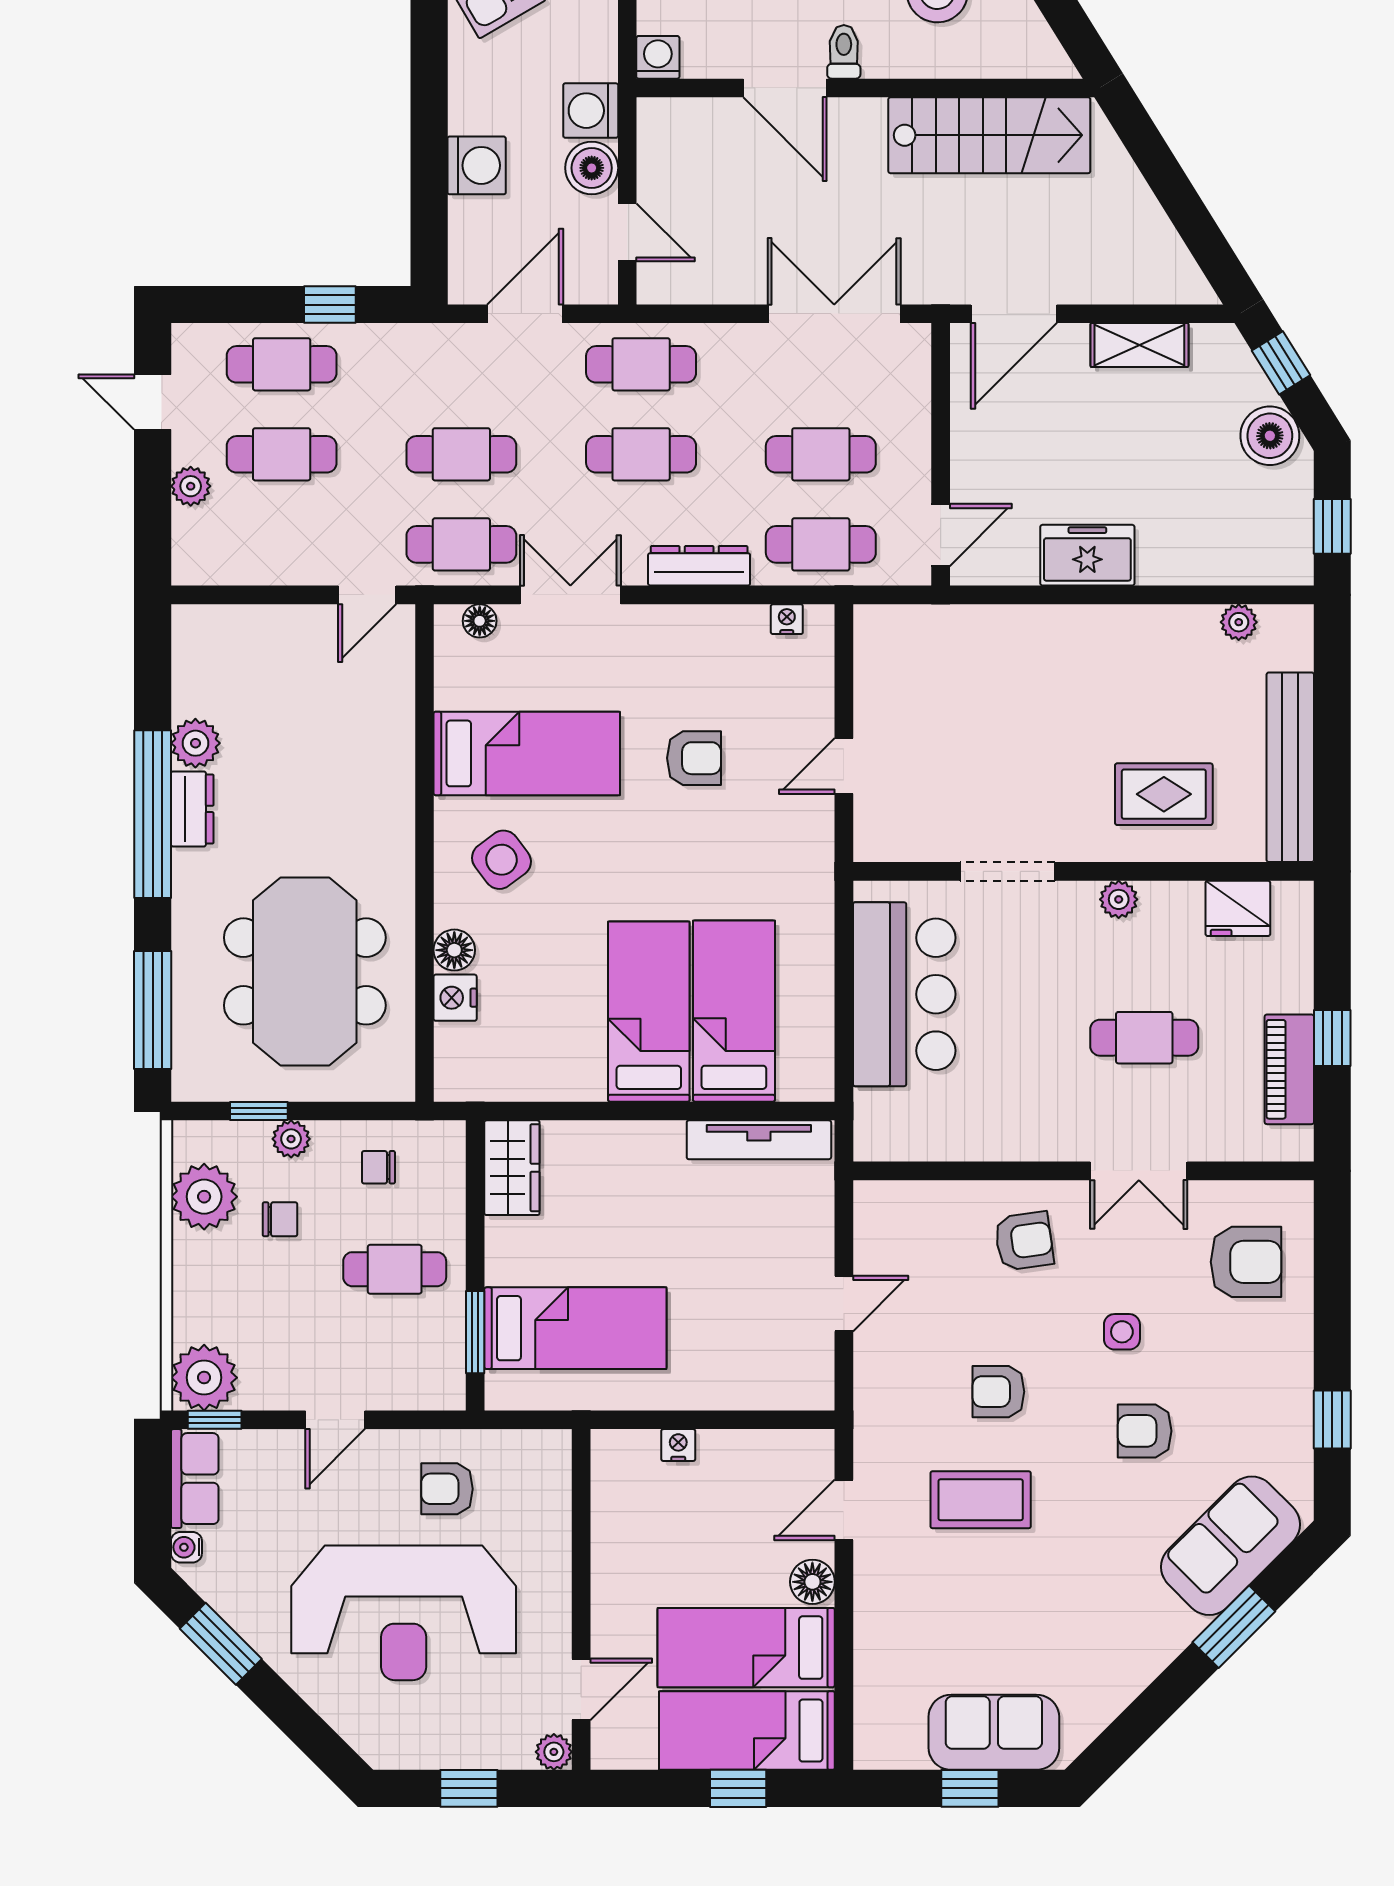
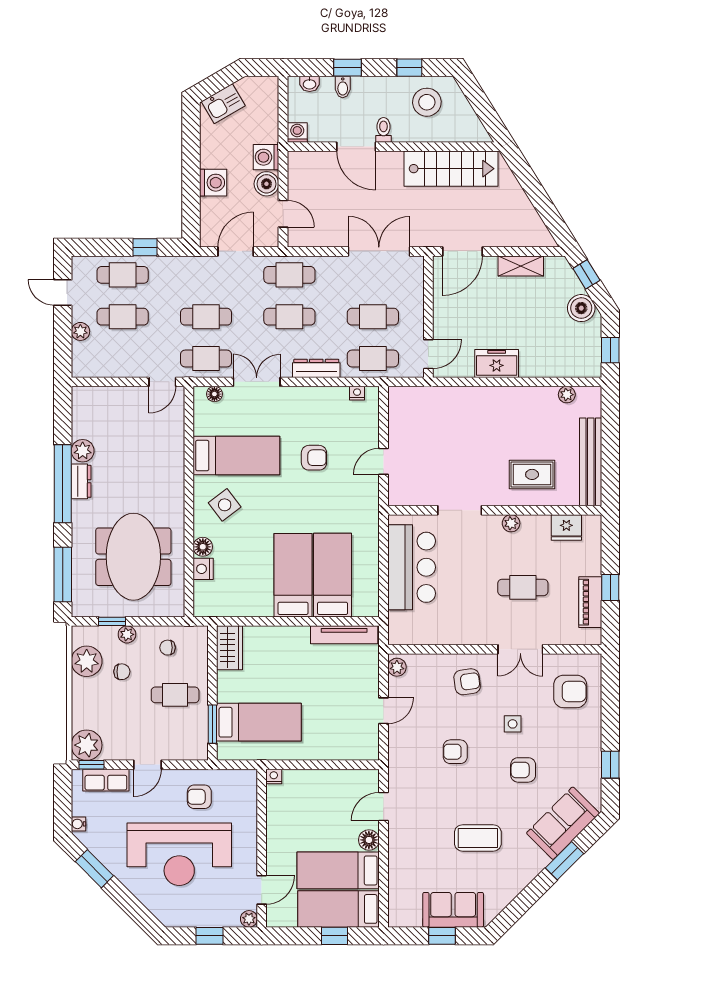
plant: (873, 1210) -> (397, 667), added
nightstand: (678, 1445) -> (274, 776), moved
row of seats: (195, 1479) -> (106, 780), moved, turned 90
coffee table: (981, 1500) -> (478, 838), moved

